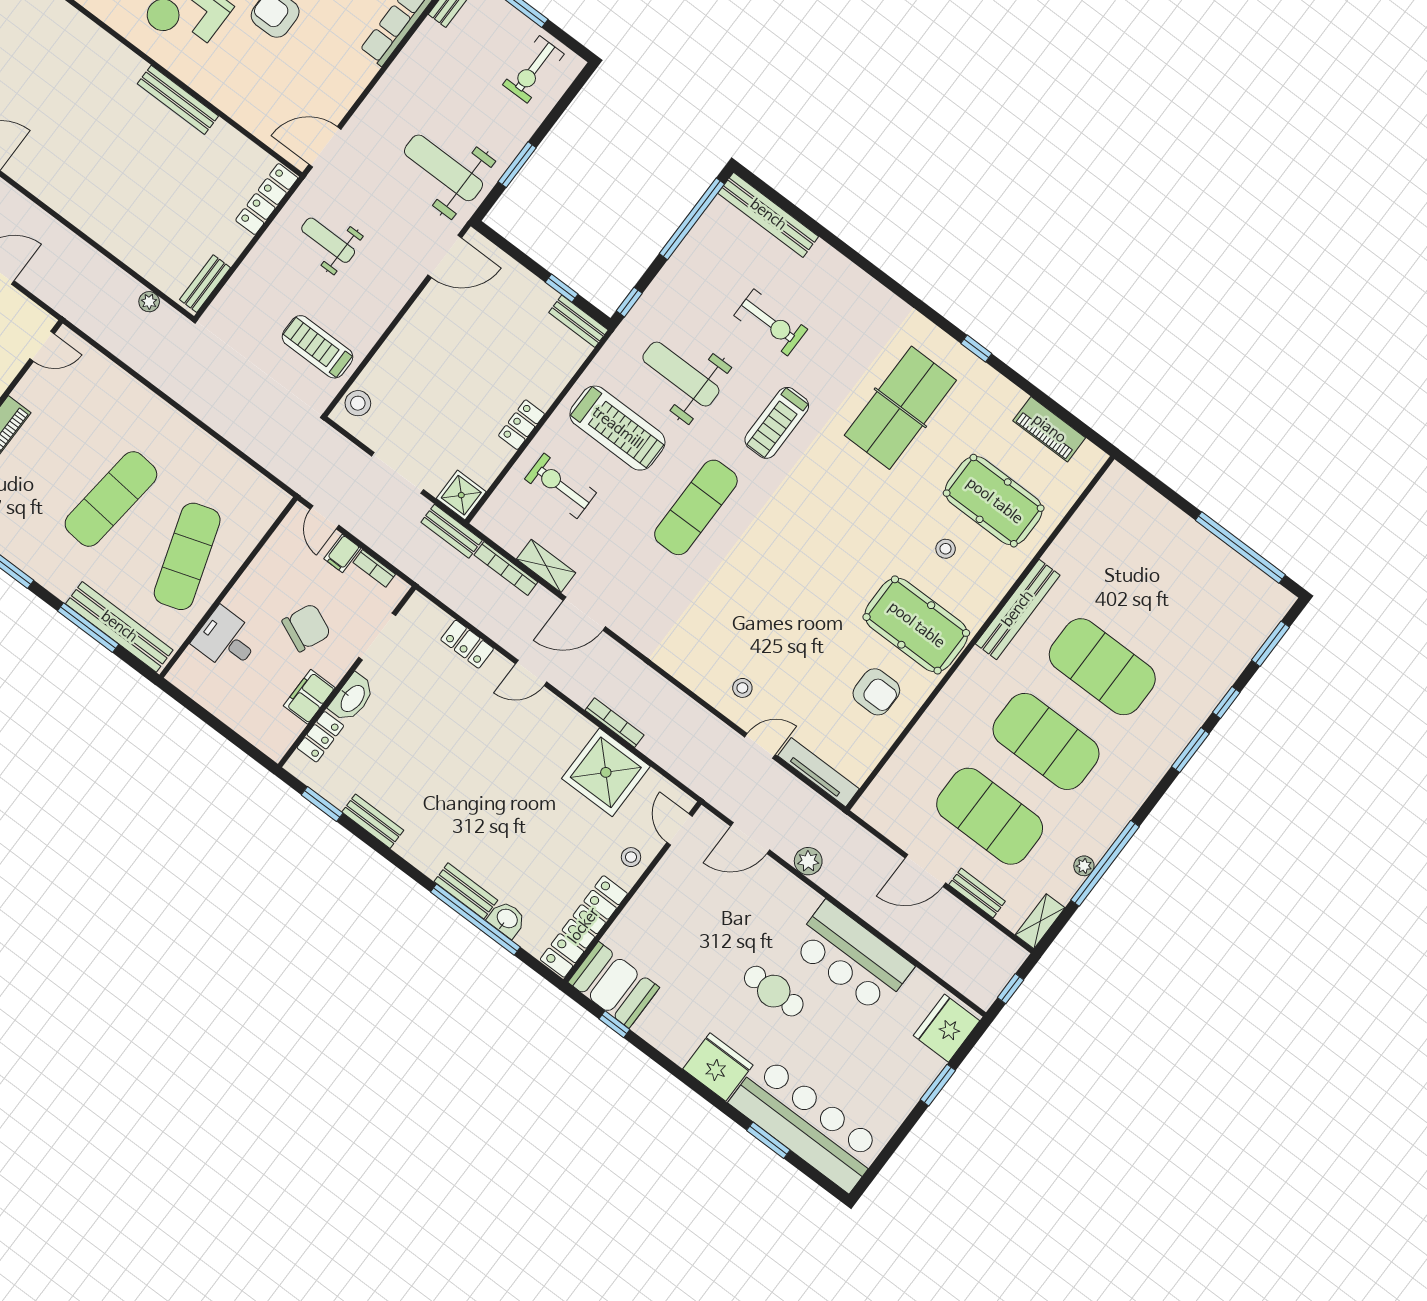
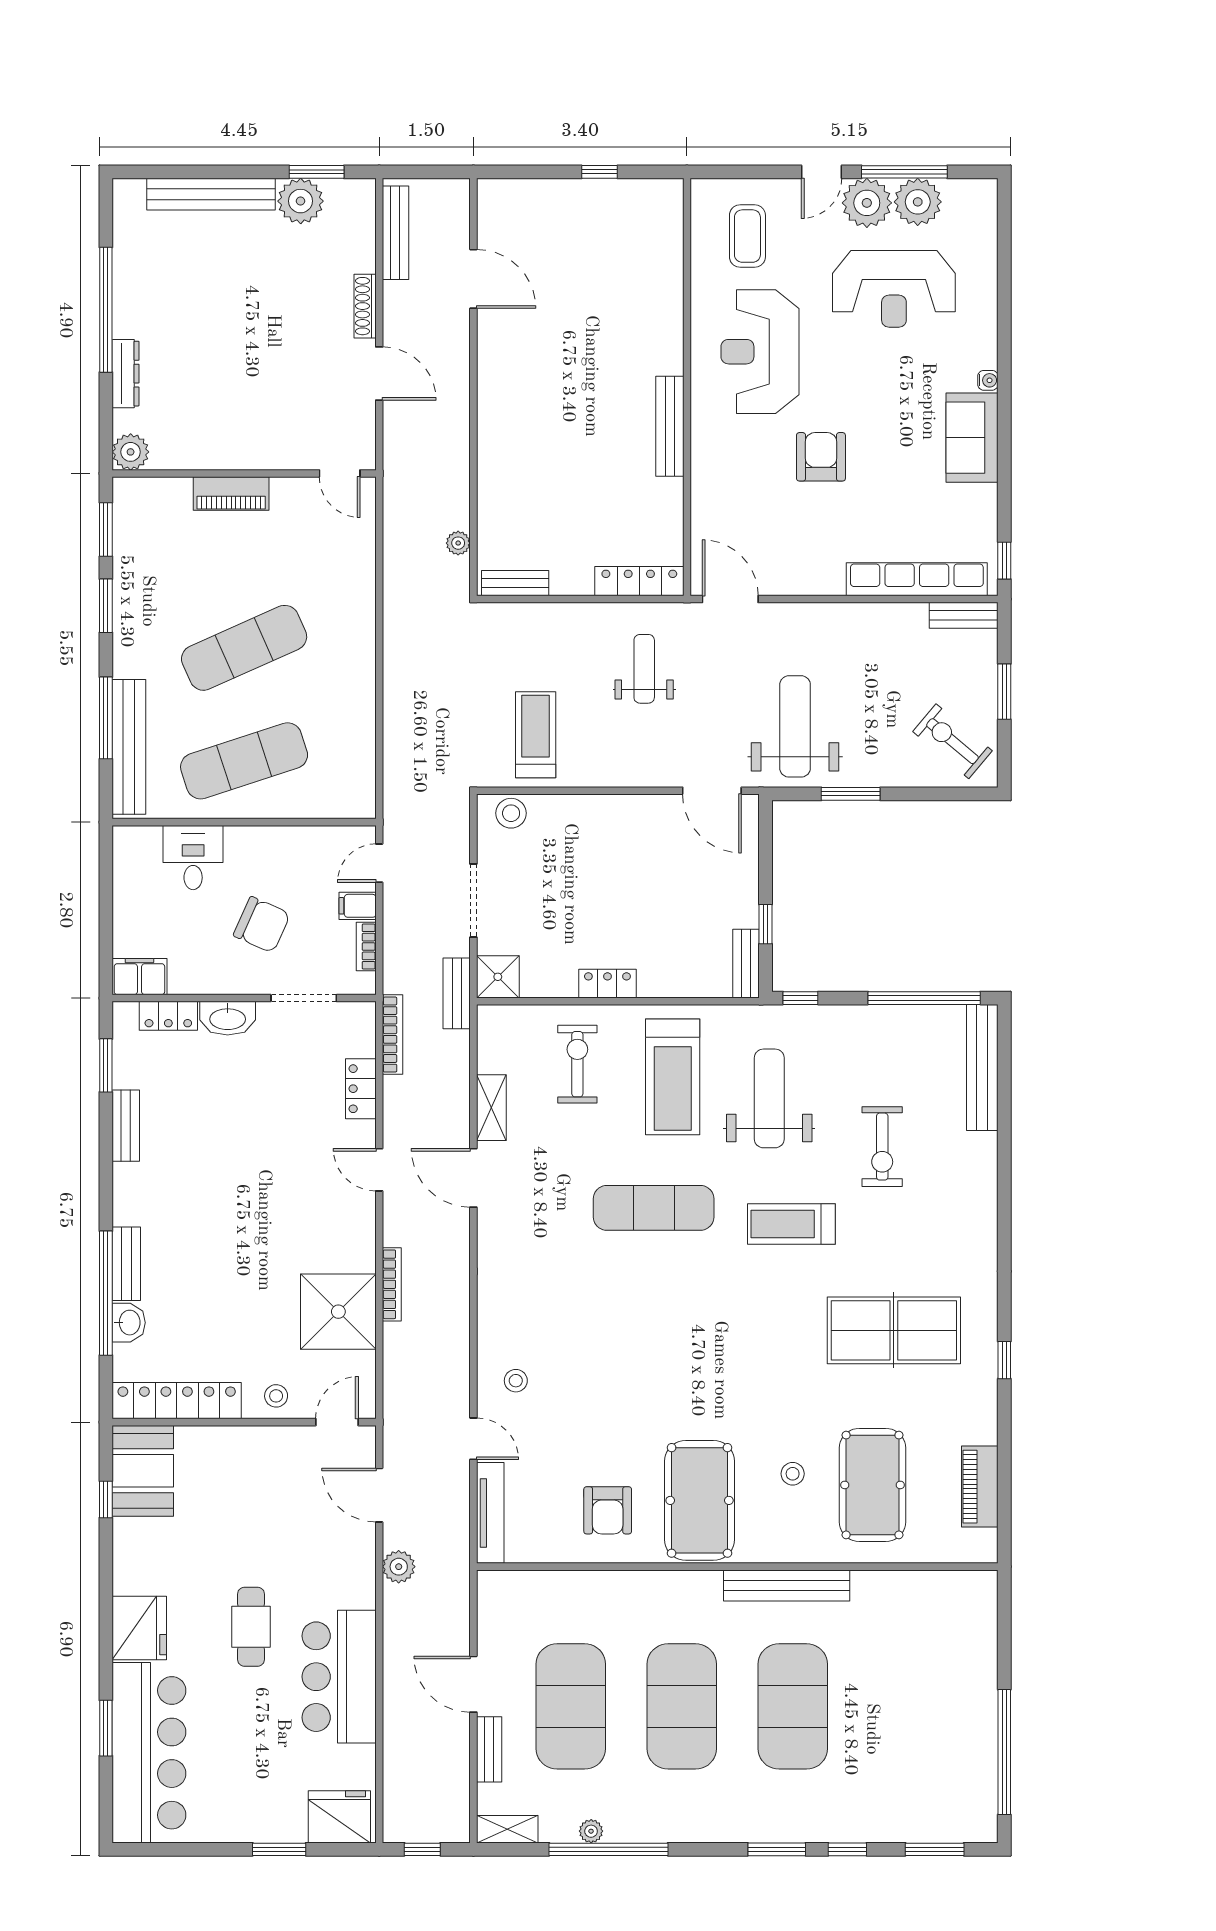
exercise bike: (533, 69) -> (952, 741), turned 40
exercise mat: (111, 499) -> (244, 648), turned -30
bookcase: (506, 569) -> (393, 1035), moved, turned 180
filing cabinet: (309, 697) -> (139, 977), moved

